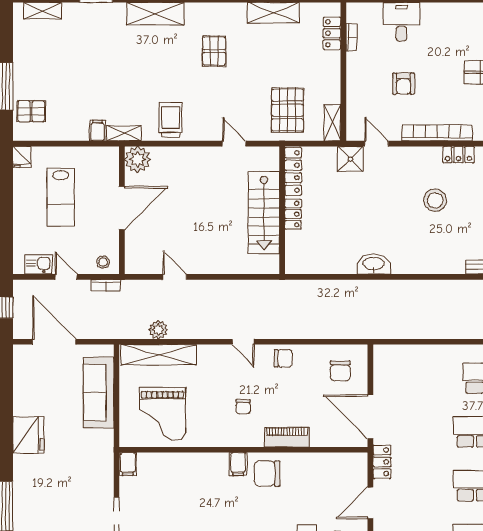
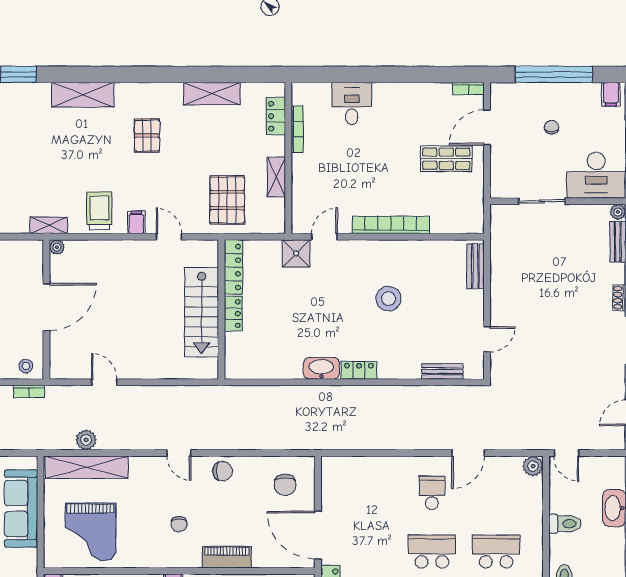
bookcase: (351, 37) -> (297, 129), width x1.56
armchair: (404, 84) -> (354, 171), removed
shelving: (332, 123) -> (276, 177), moved
filing cabinet: (97, 131) -> (136, 222), moved
door: (376, 144) -> (324, 237), hinge flipped
locker: (458, 155) -> (359, 370), moved, turned 180
plant: (138, 159) -> (57, 247), width x0.53, depth x0.53

